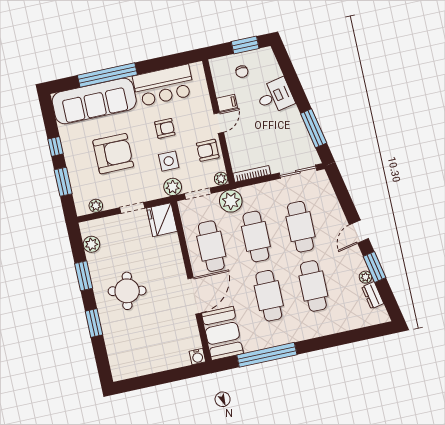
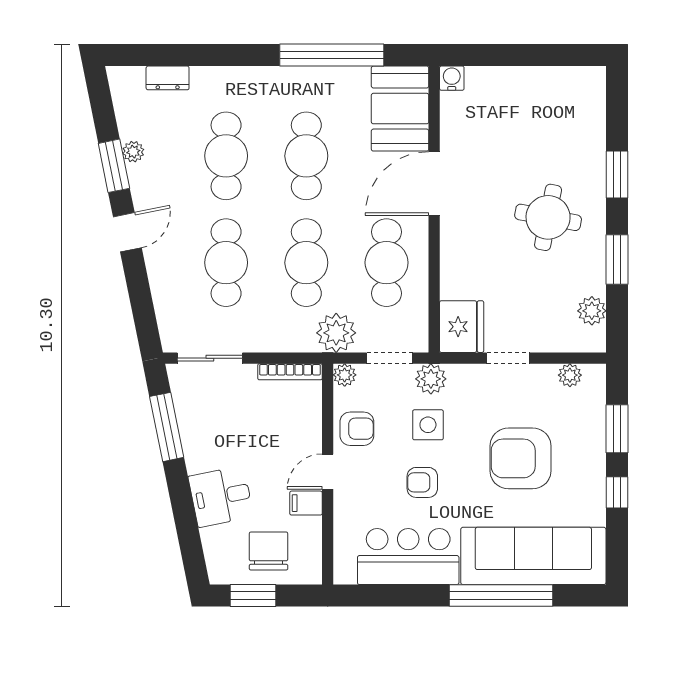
chair: (242, 72) -> (269, 551), width x1.87, depth x1.87
dresser: (373, 295) -> (168, 78), moved, turned 101

